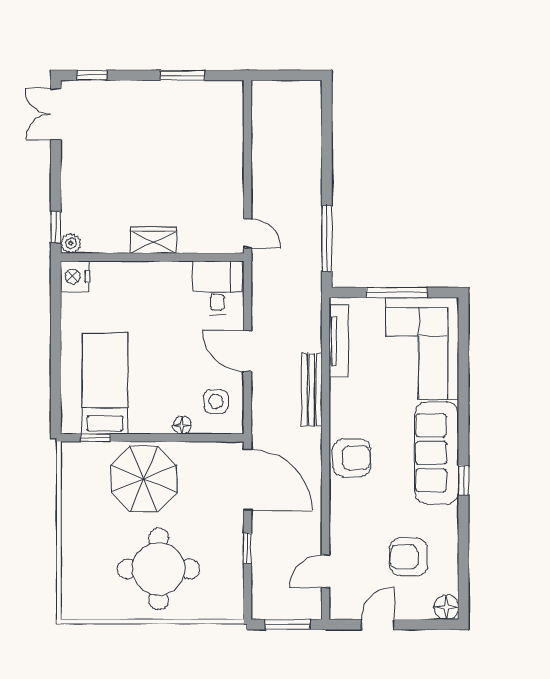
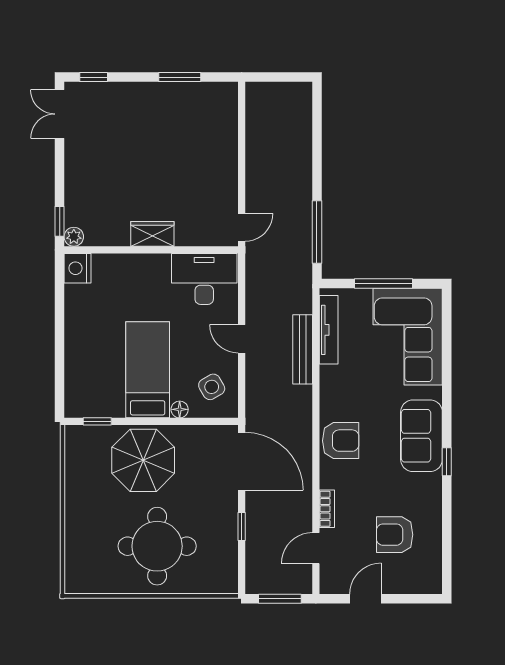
door: (247, 233) -> (242, 227), hinge flipped
desk: (217, 288) -> (204, 279), width x1.37
door: (247, 351) -> (242, 339), width x0.73
bed: (105, 383) -> (148, 370), moved
bench: (312, 390) -> (303, 349), moved
side table: (216, 401) -> (212, 387), turned -30
sofa: (437, 453) -> (421, 436), width x0.73
bookcase: (337, 530) -> (327, 509), added
floor lamp: (446, 607) -> (430, 582), removed

